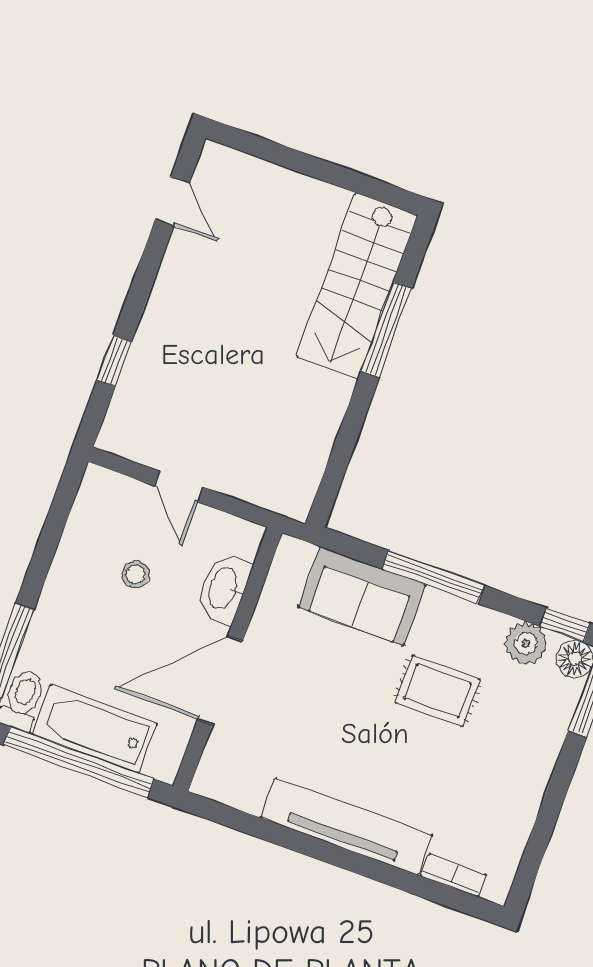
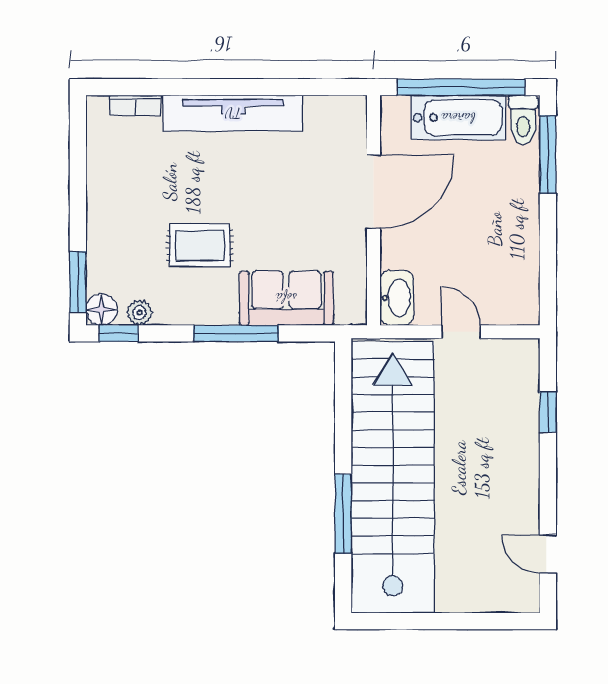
stairs: (357, 286) -> (393, 477), width x1.86, depth x1.51
stool: (136, 574) -> (470, 251), removed
washbasin: (224, 589) -> (397, 298), moved
plant: (526, 643) -> (140, 313), width x0.73, depth x0.73

